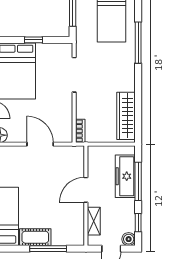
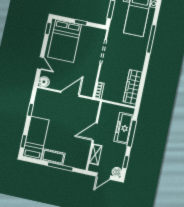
door: (40, 144) -> (70, 94), hinge flipped

